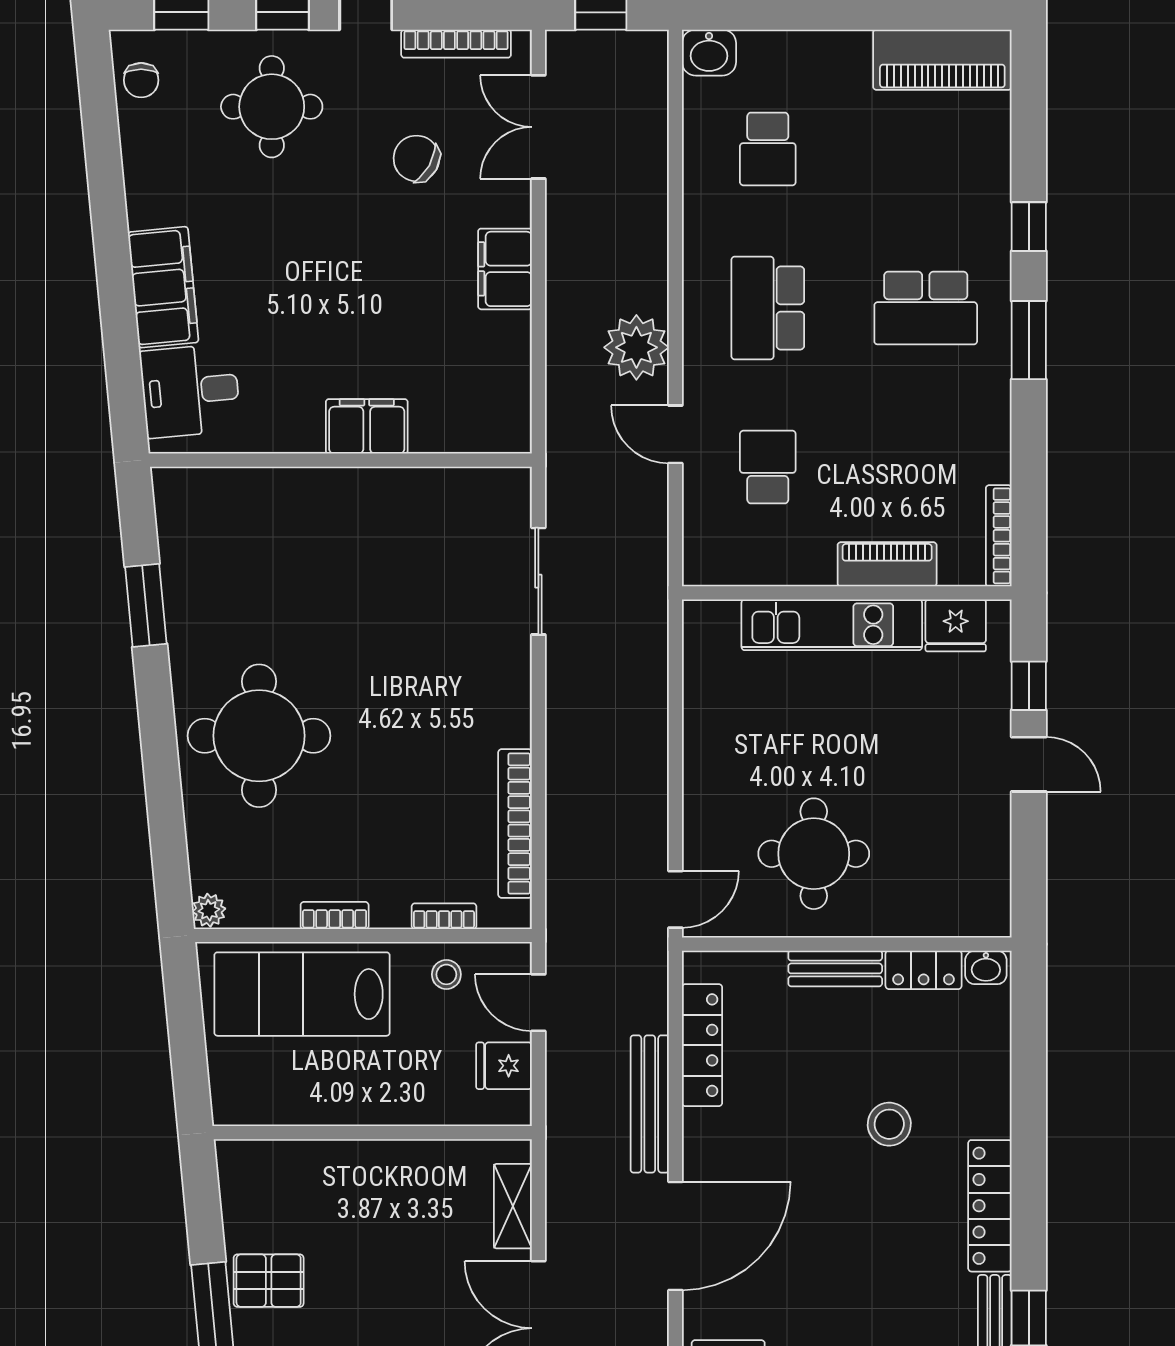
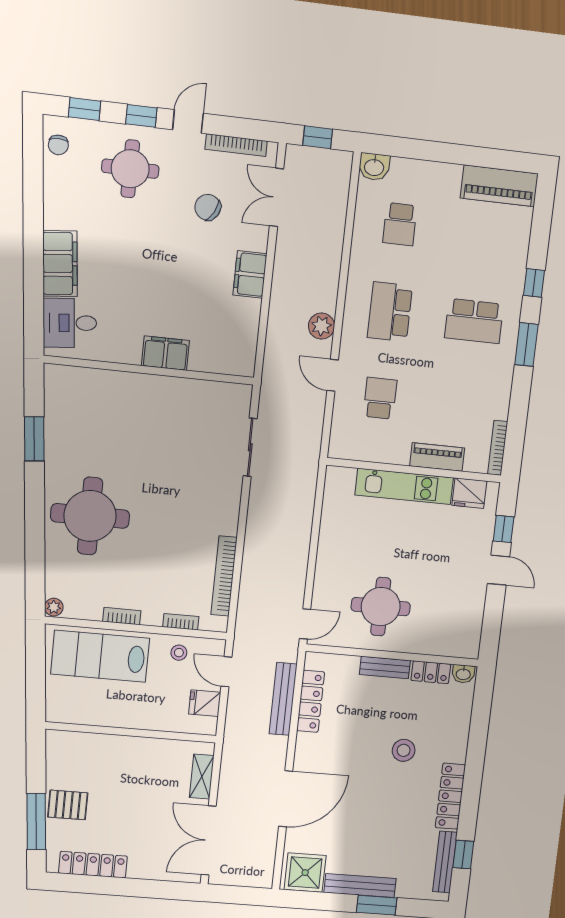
plant: (636, 347) -> (321, 326), width x0.73, depth x0.73
bench: (650, 1104) -> (283, 699), moved

